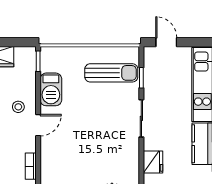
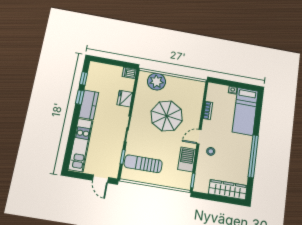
parasol: (89, 147) -> (167, 116), added

